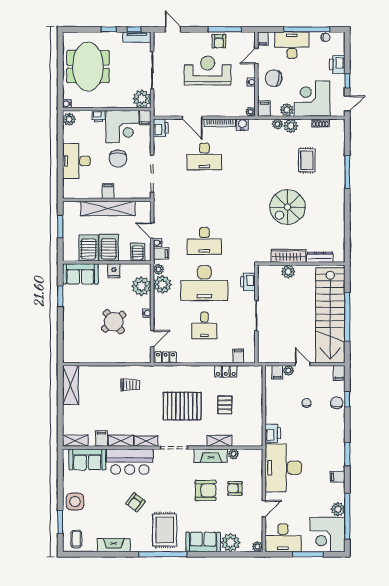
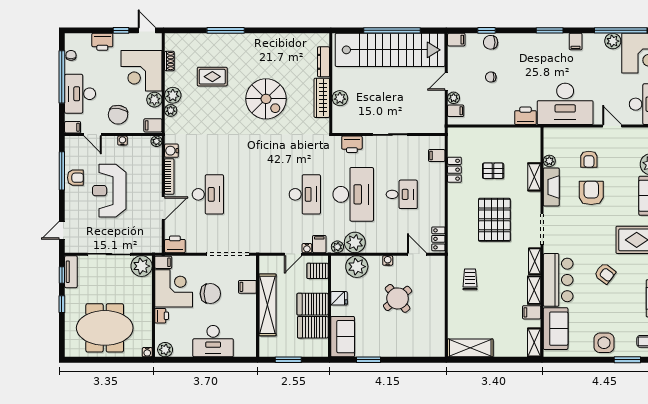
filing cabinet: (108, 191) -> (247, 287), moved

